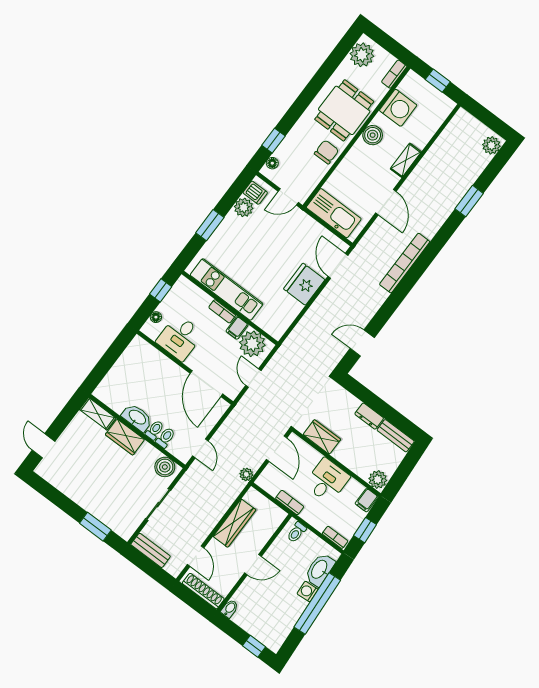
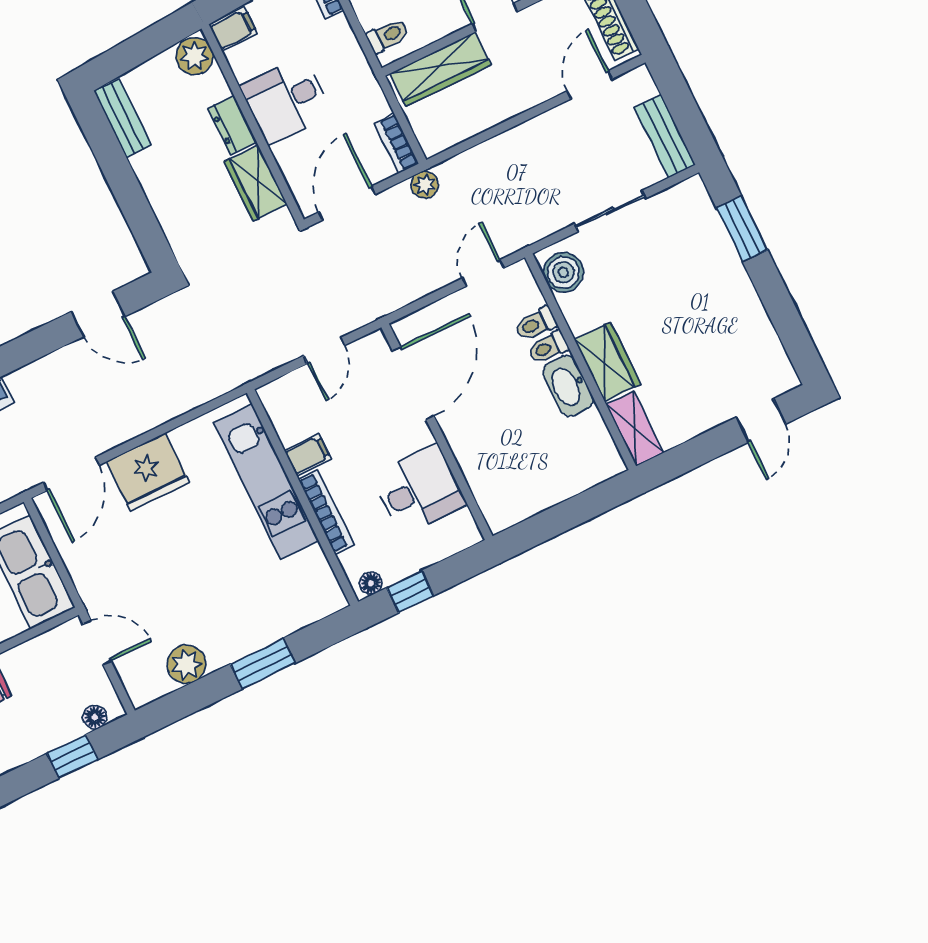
dishwasher: (255, 193) -> (152, 680), removed
kitchen unit: (227, 289) -> (266, 482), moved
bookcase: (222, 311) -> (326, 512), width x1.56
floor lamp: (156, 317) -> (371, 583), moved
plant: (252, 344) -> (295, 413), removed
dresser: (369, 416) -> (232, 125), moved, turned 180
bookcase: (290, 503) -> (396, 143), moved
wardrobe: (235, 523) -> (440, 69), moved, turned 180

